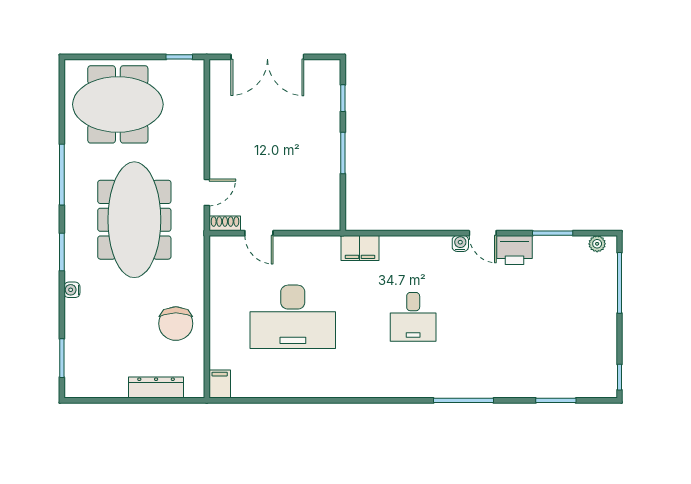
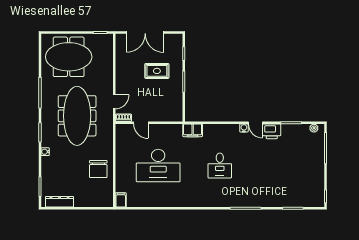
rug: (290, 132) -> (157, 71), added
dresser: (156, 388) -> (59, 202), moved

